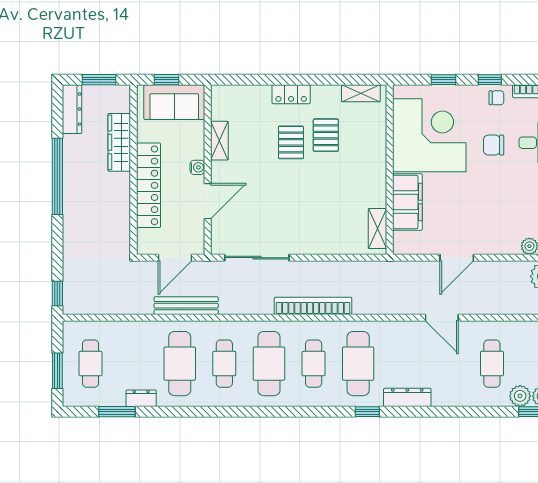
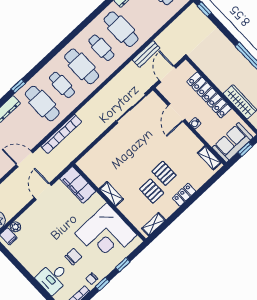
shelving: (219, 141) -> (209, 158), moved
filing cabinet: (407, 202) -> (78, 185), moved
shelving: (377, 228) -> (111, 194), moved
bench: (186, 306) -> (146, 54), width x0.73
bookcase: (313, 306) -> (61, 134), moved

